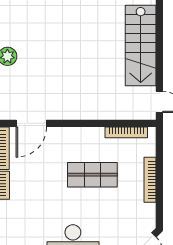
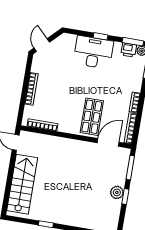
shop shelf: (92, 175) -> (92, 117), moved, turned 90

